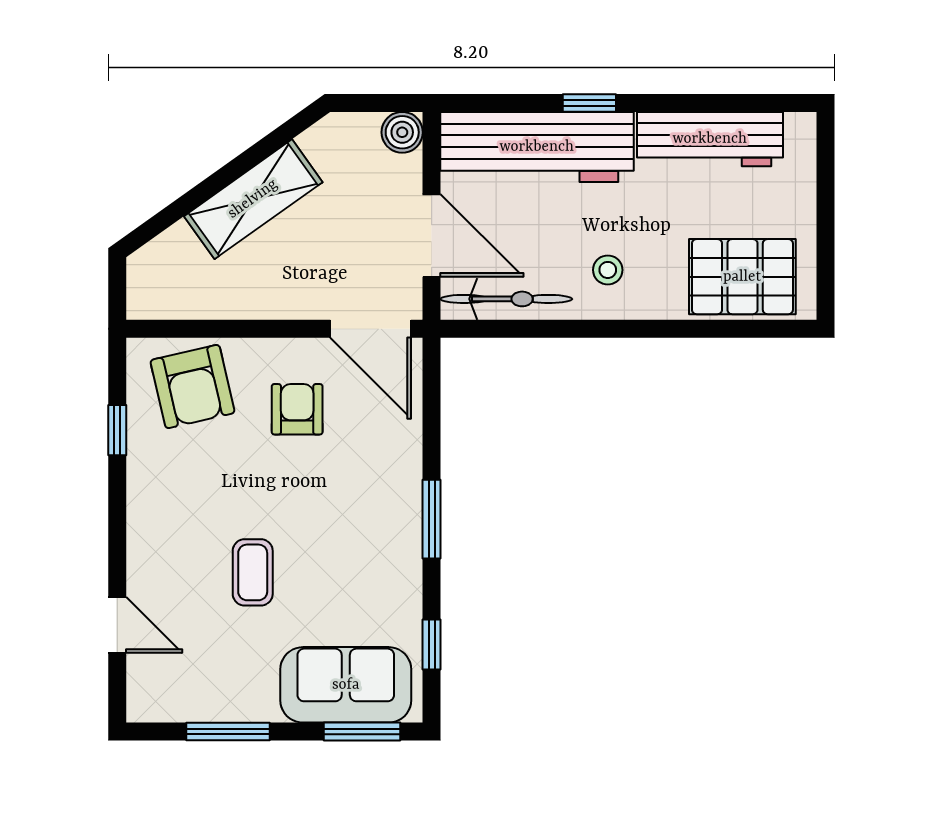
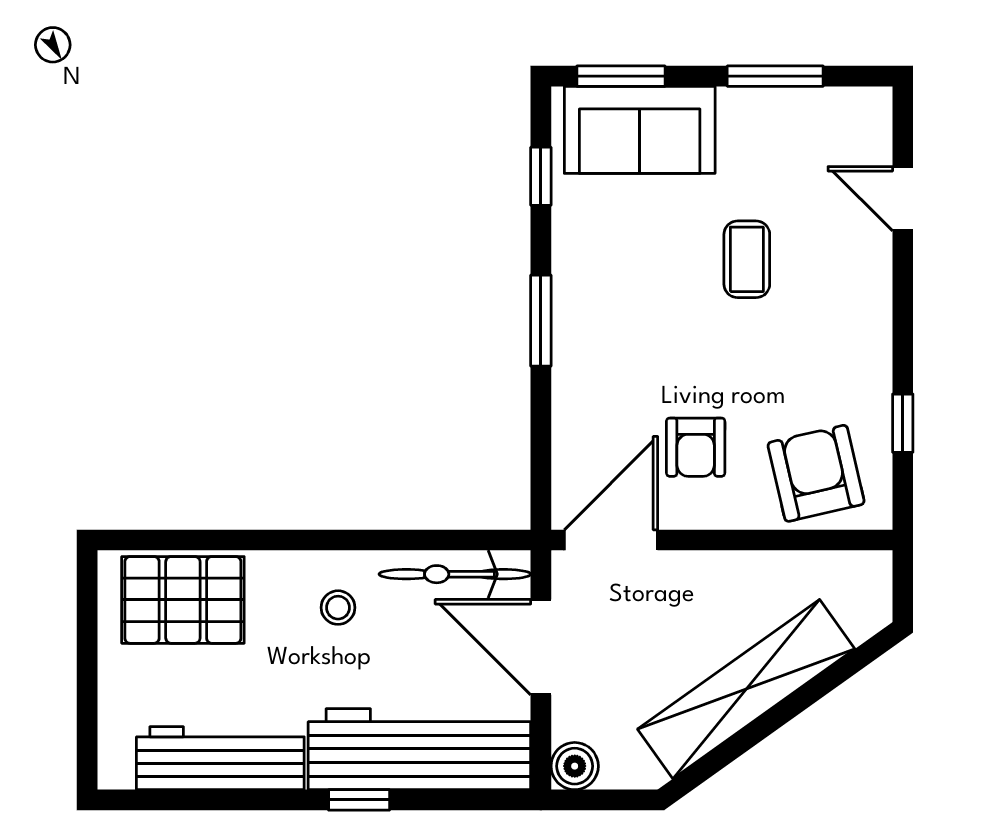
shelving: (253, 199) -> (746, 689), width x1.47
door: (371, 329) -> (611, 540), hinge flipped

